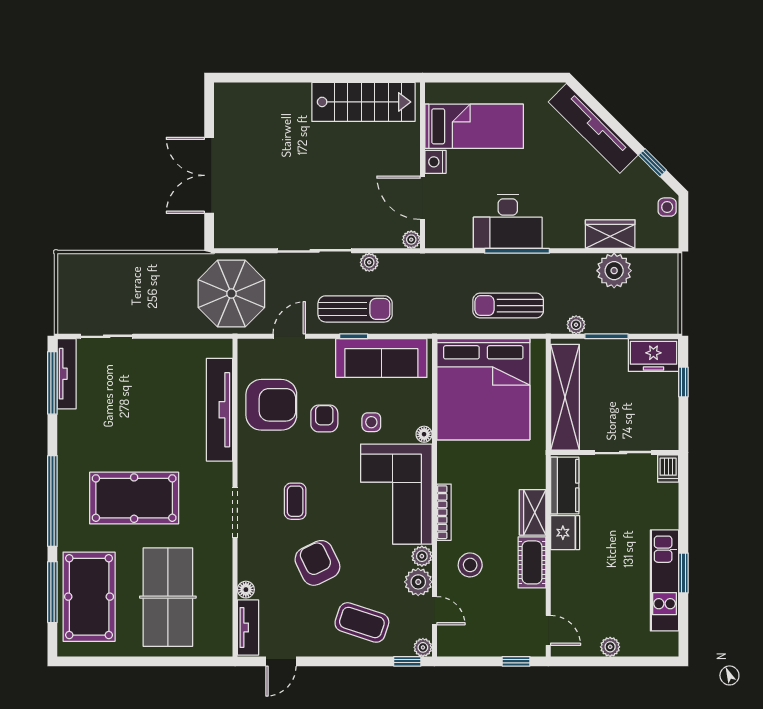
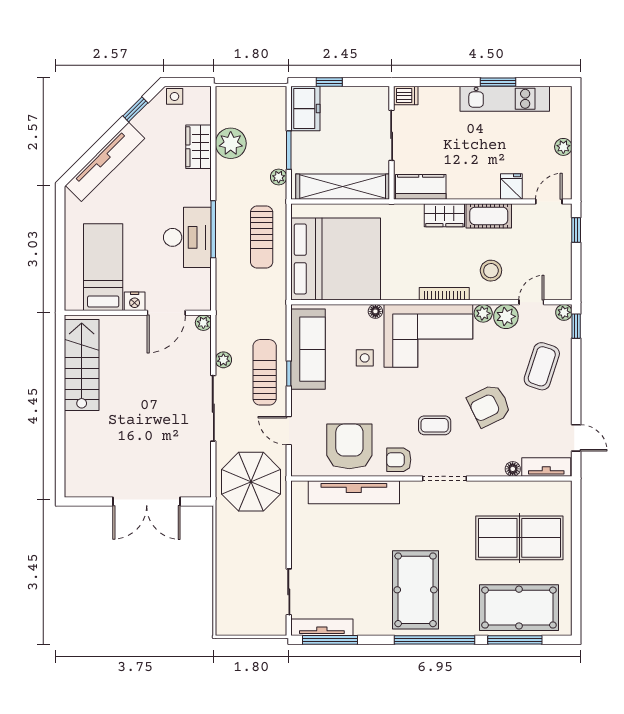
armchair: (324, 418) -> (399, 460), moved
pool table: (134, 498) -> (416, 590), moved
fridge: (565, 533) -> (511, 187), moved, width x0.72

